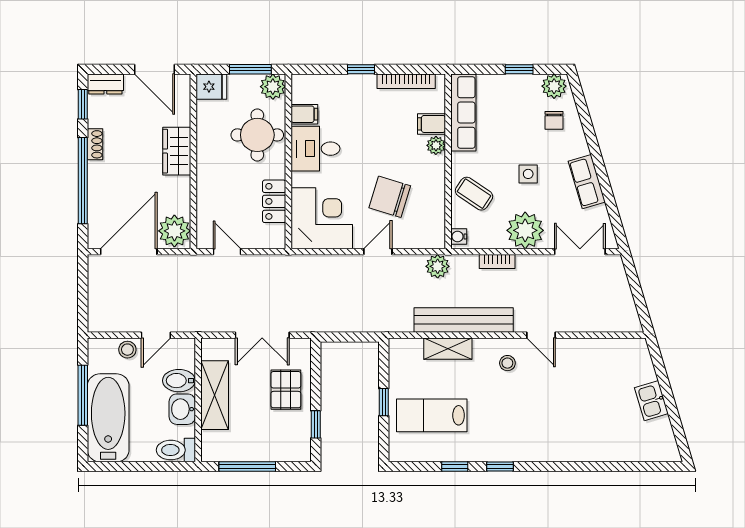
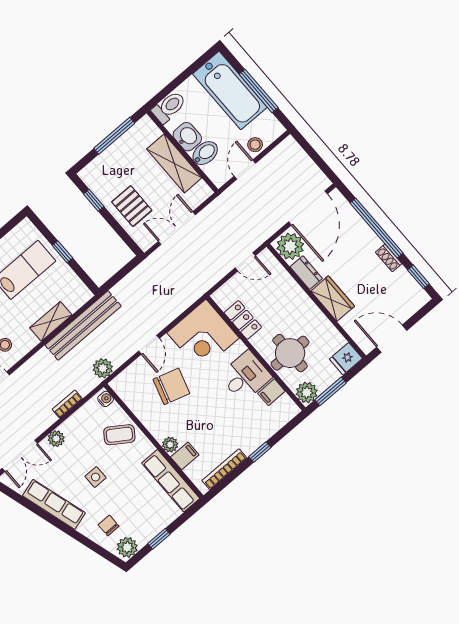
dresser: (105, 84) -> (306, 273), moved, turned 90
row of seats: (587, 182) -> (54, 504), width x1.48
plant: (525, 230) -> (56, 439), width x0.53, depth x0.53
bench: (464, 320) -> (83, 326), moved

